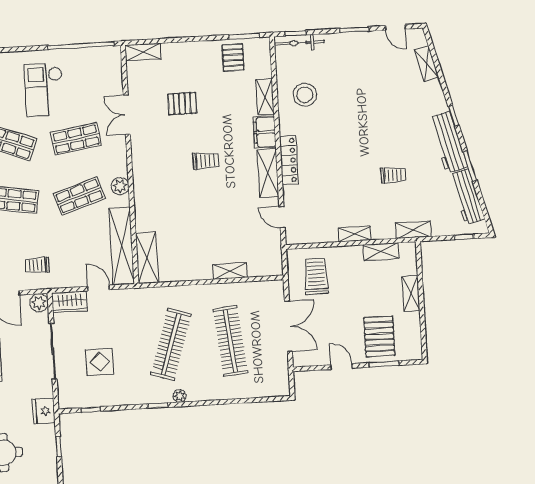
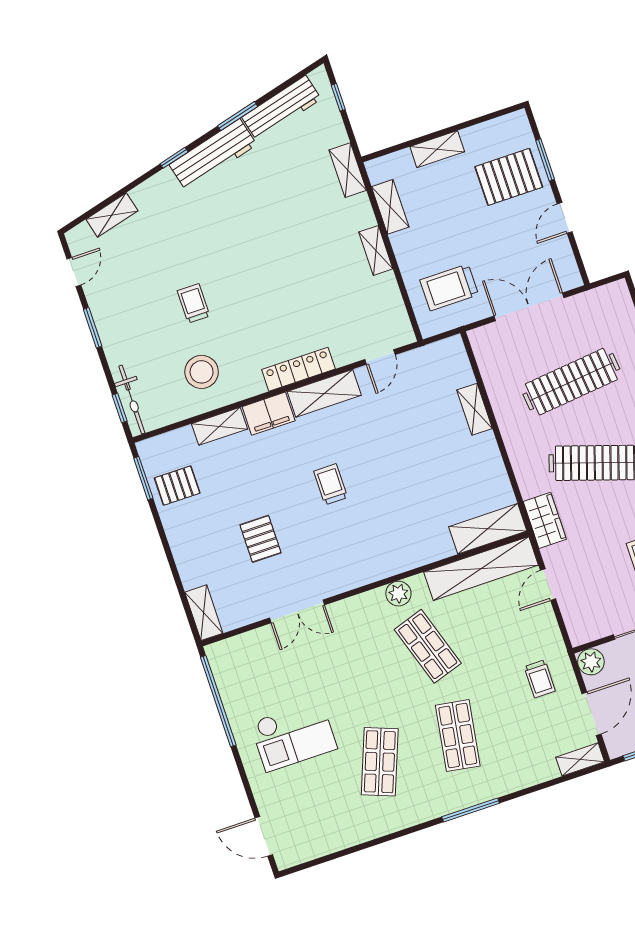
shop shelf: (76, 139) -> (350, 673), removed
trolley: (393, 175) -> (194, 303), moved
wardrobe: (70, 302) -> (545, 520), moved

